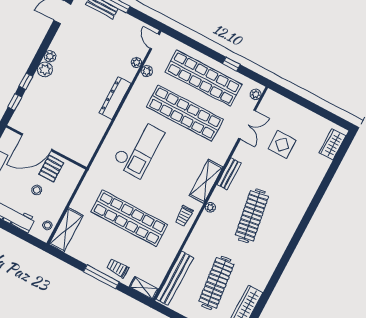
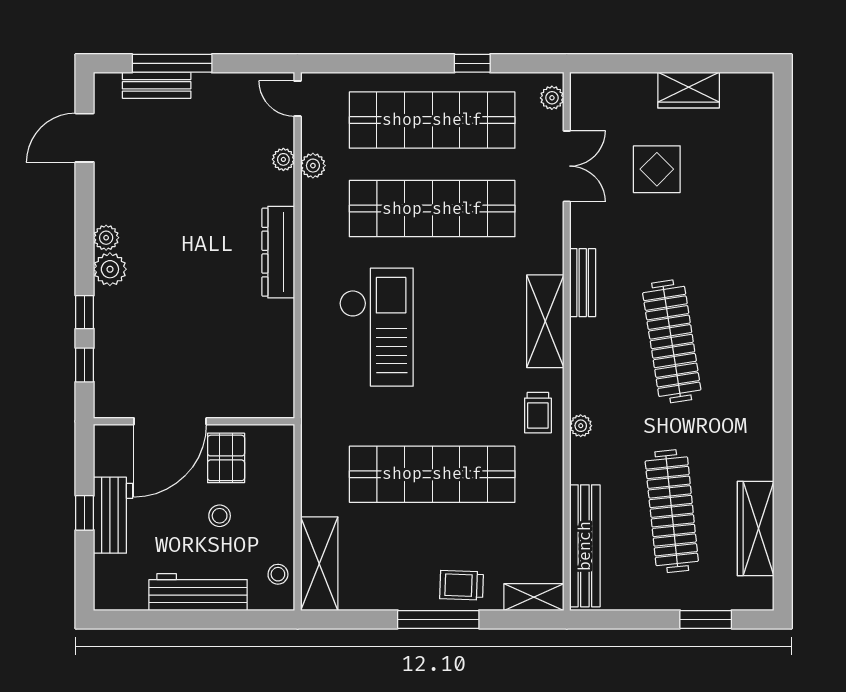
wardrobe: (332, 144) -> (689, 90), moved, turned -90
plant: (210, 207) -> (581, 426), moved

